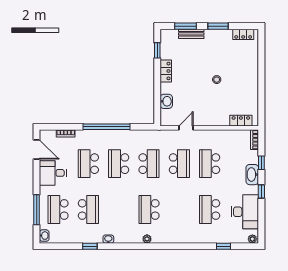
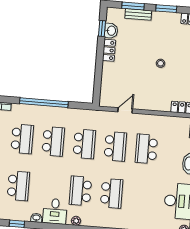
washbasin: (166, 101) -> (111, 31), moved
school desk: (88, 164) -> (22, 139), turned 180
school desk: (119, 164) -> (53, 141), turned 180
school desk: (210, 209) -> (112, 193), moved, turned 180
desk: (126, 231) -> (55, 211), added

